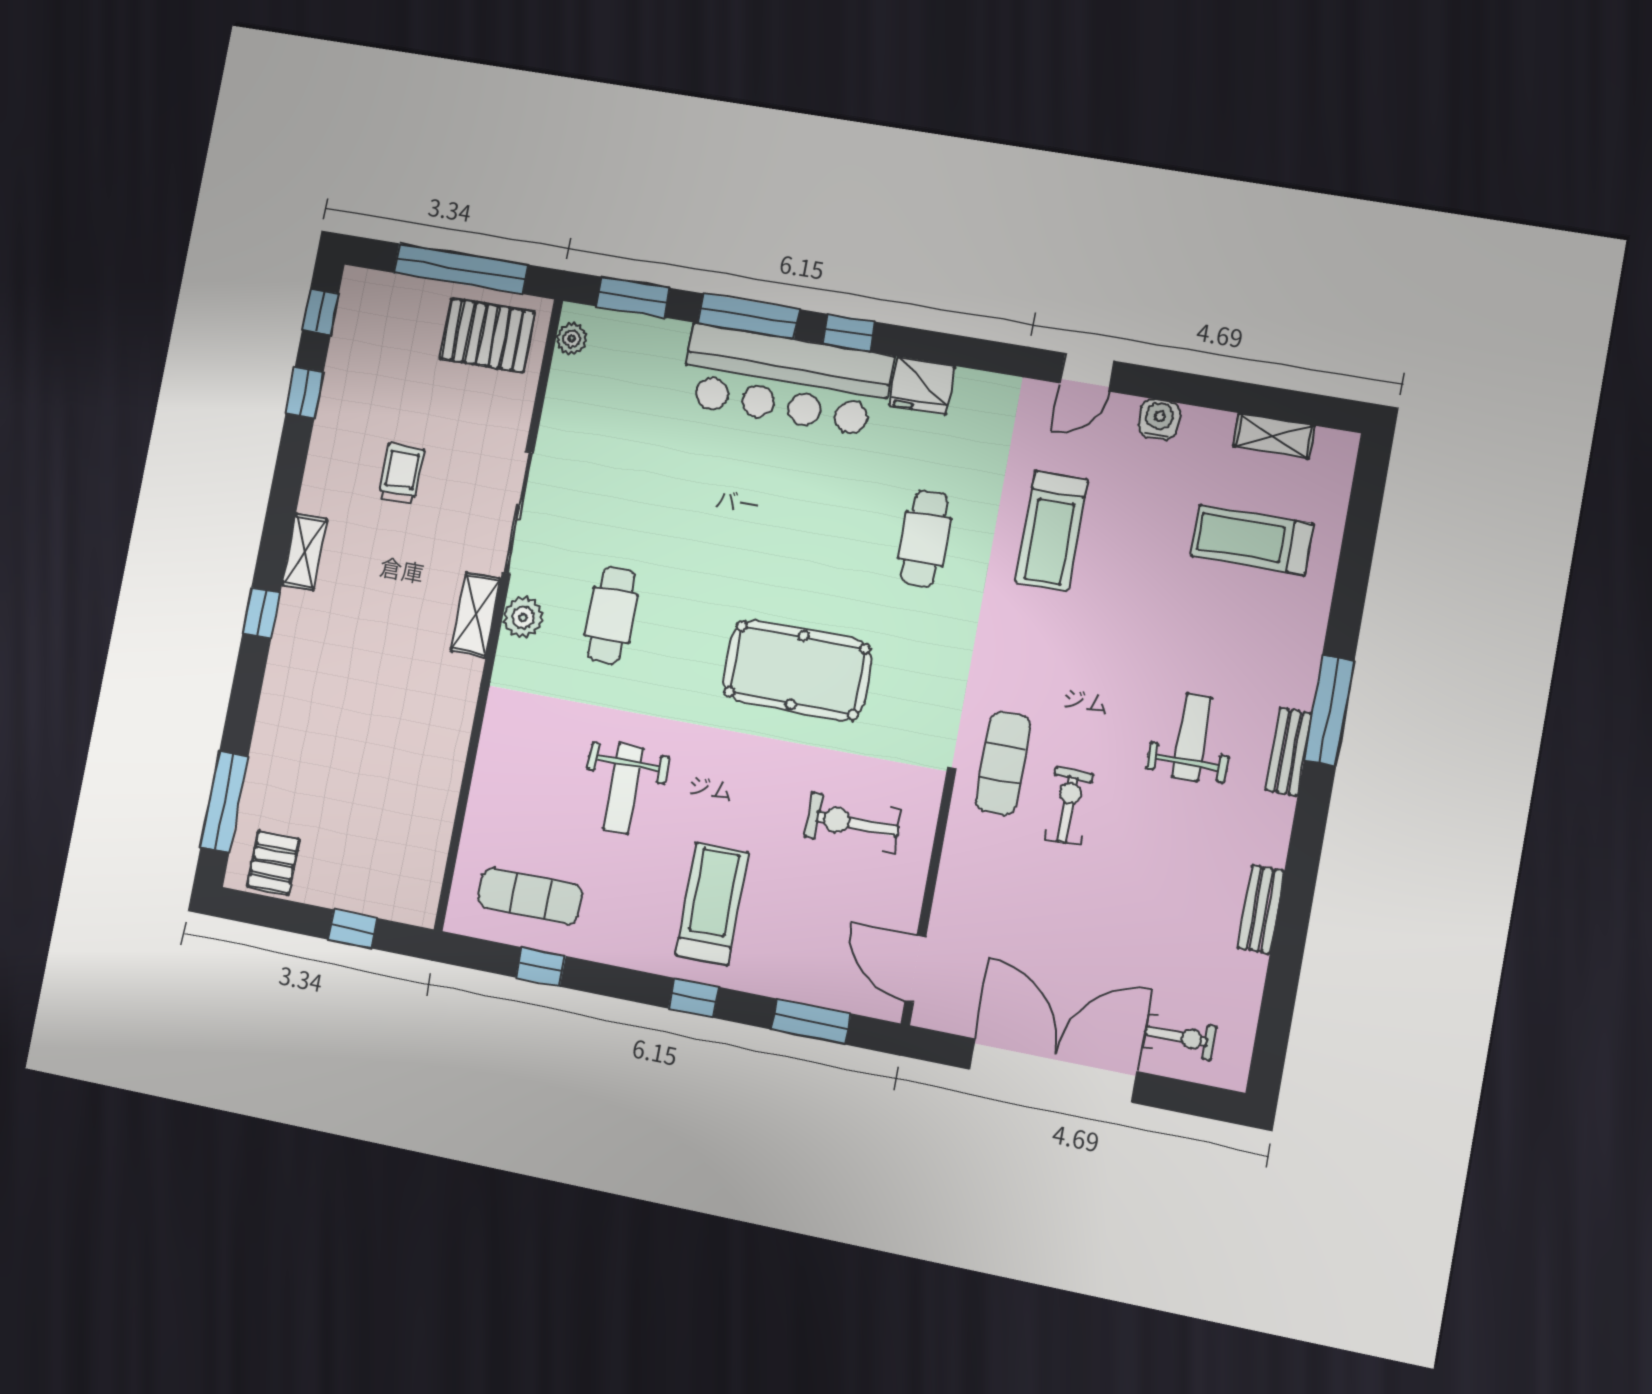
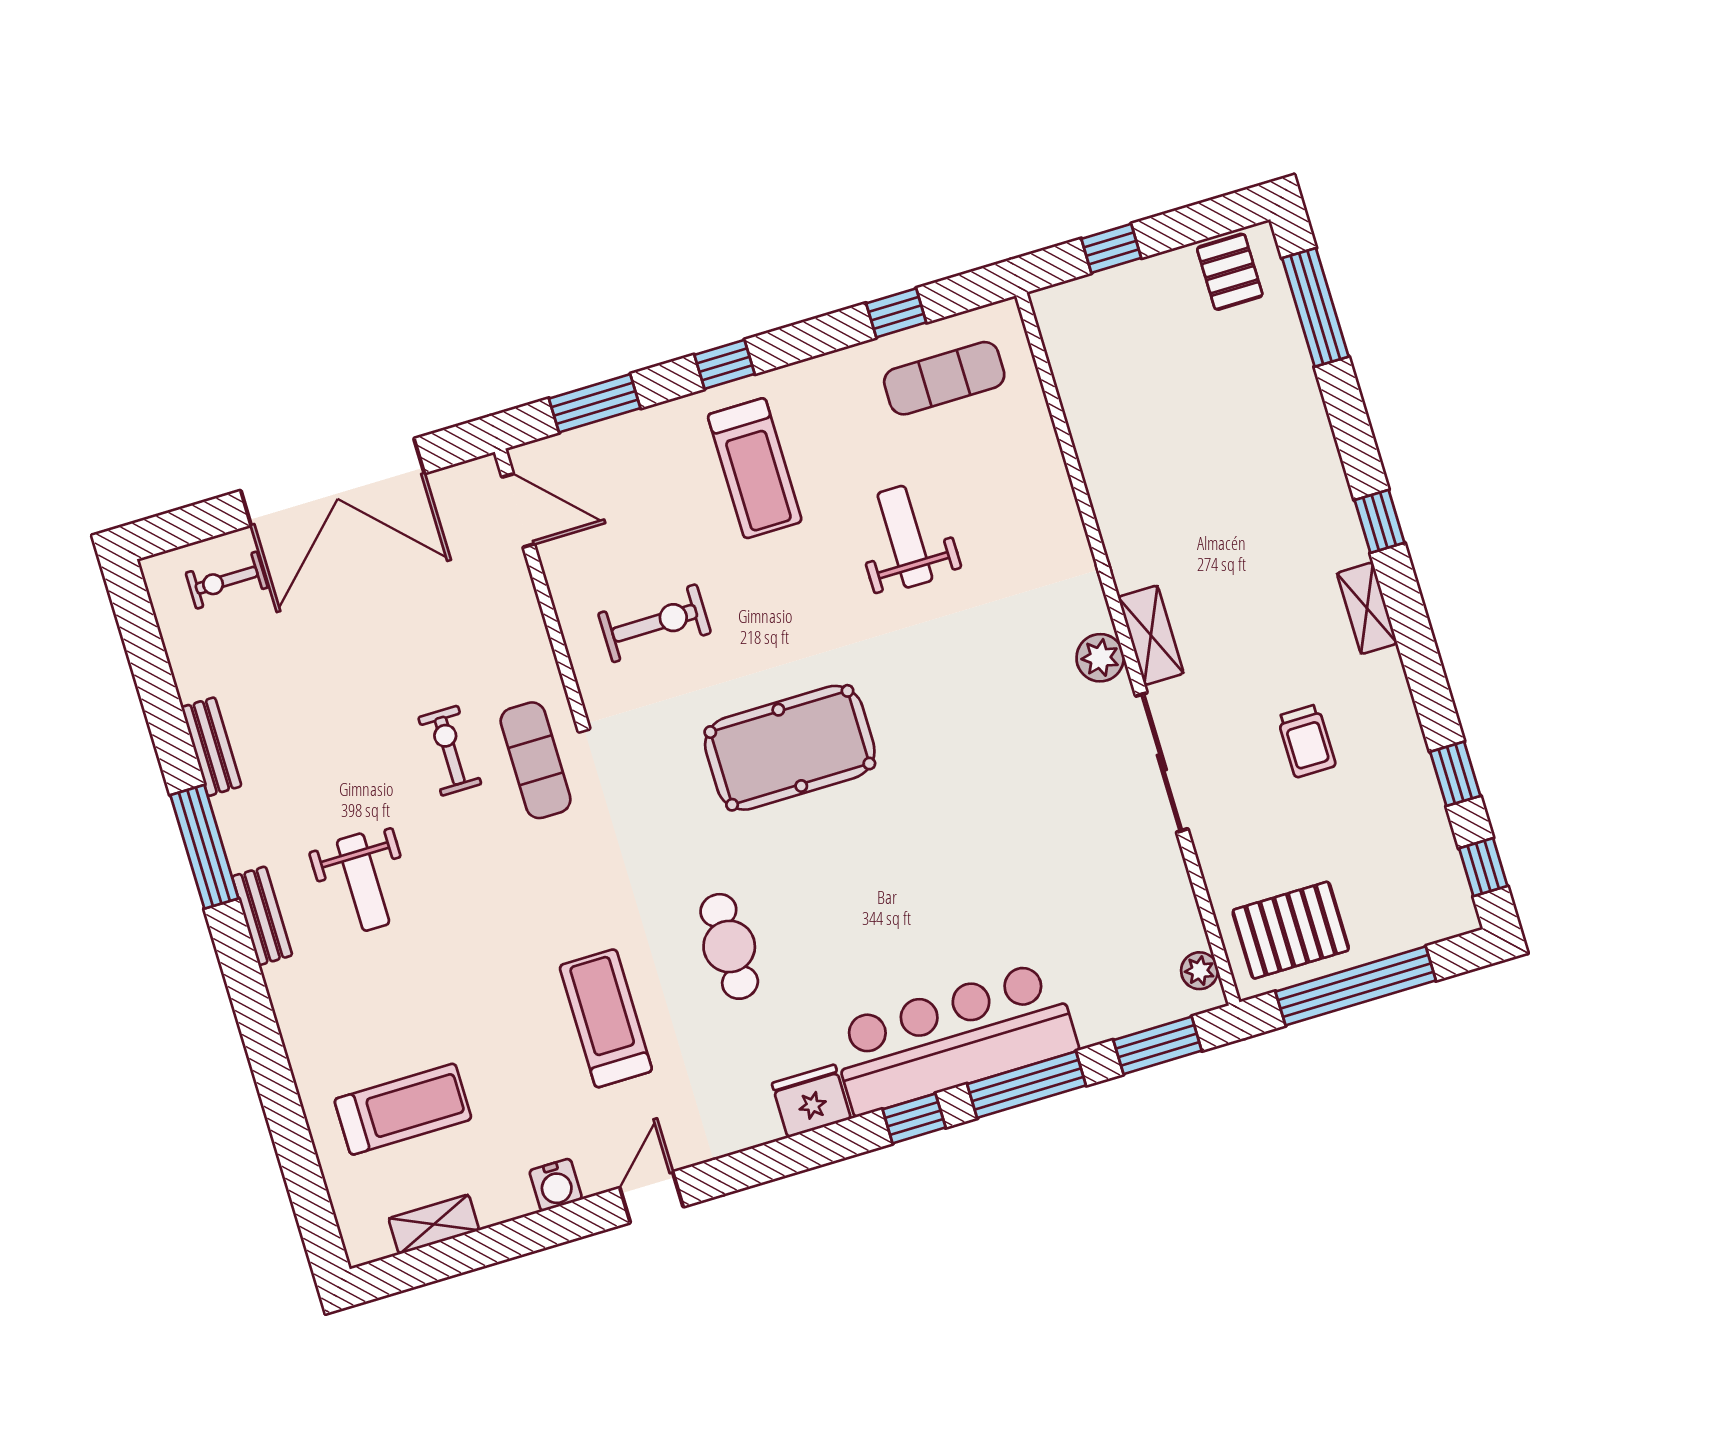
cafe table: (611, 615) -> (1009, 707), removed
window: (1329, 711) -> (204, 847), moved
exercise bike: (1068, 806) -> (450, 751), turned 180

